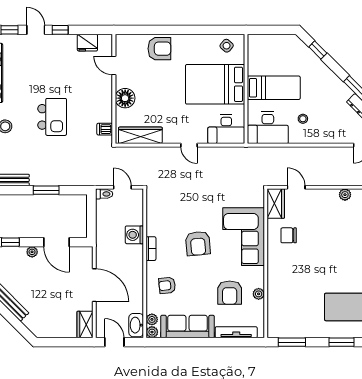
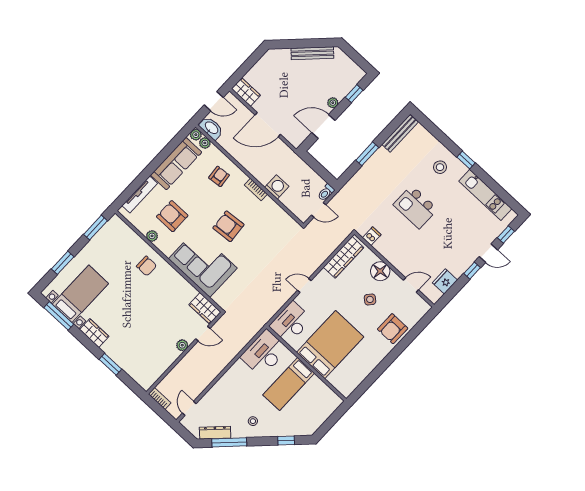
side table: (227, 46) -> (370, 299), moved
stool: (303, 119) -> (253, 421), moved
plant: (345, 195) -> (182, 345), moved
chair: (289, 235) -> (147, 266), moved, turned 90

